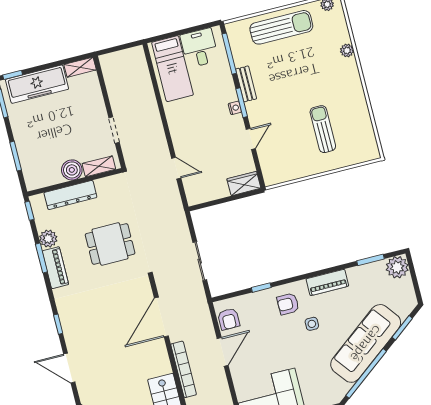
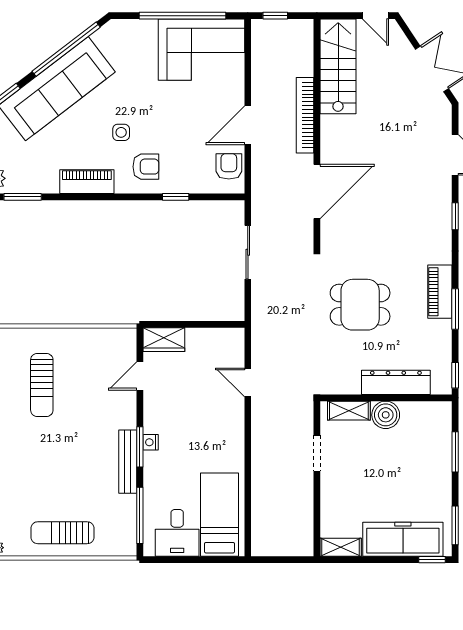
sun lounger: (281, 27) -> (62, 533), width x0.73, depth x0.75
bench: (246, 84) -> (128, 462), width x1.36
door: (251, 139) -> (140, 376), moved
plant: (48, 239) -> (440, 332), removed

